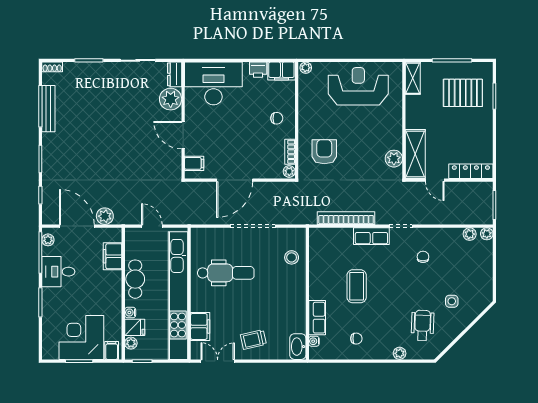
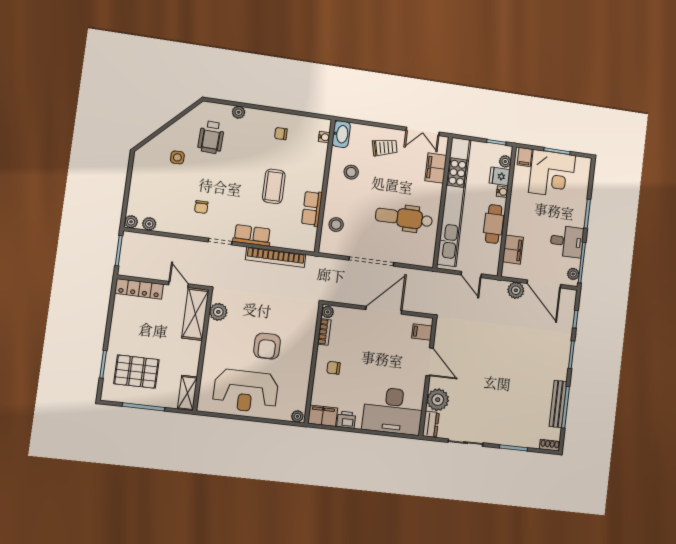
armchair: (324, 152) -> (267, 346), moved
stool: (283, 311) -> (351, 172), added
row of seats: (317, 318) -> (312, 209), moved

